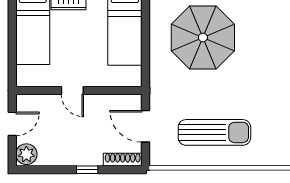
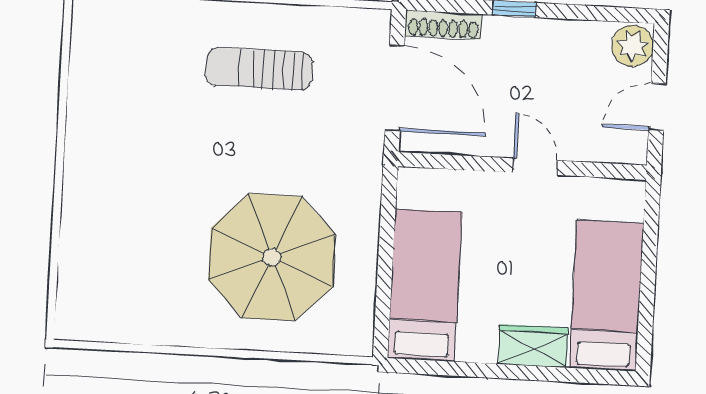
door: (145, 126) -> (395, 88), width x1.36
sun lounger: (214, 132) -> (259, 69), width x0.73, depth x0.75

